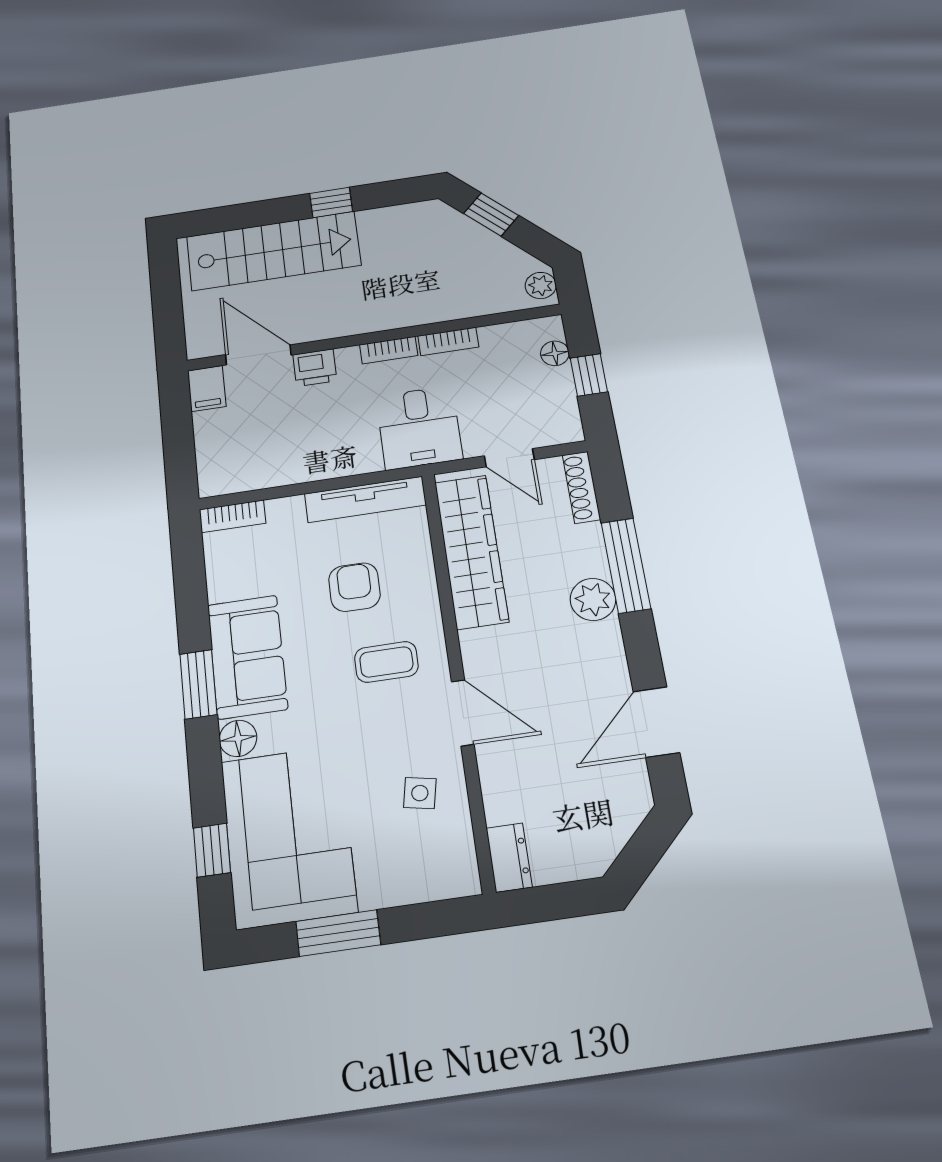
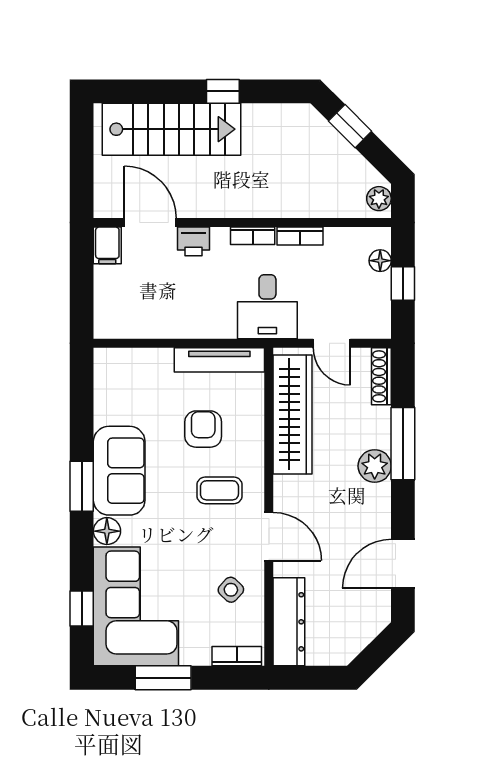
bookcase: (233, 516) -> (237, 656), moved, turned 180
side table: (420, 793) -> (231, 590), turned 32
dresser: (509, 858) -> (289, 622), width x1.96, depth x1.24

